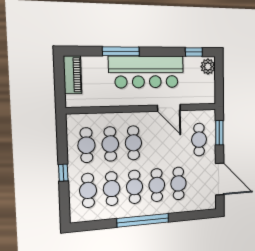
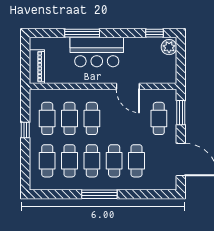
bar counter: (147, 72) -> (97, 52), width x0.73
piano: (72, 75) -> (37, 67), moved
window: (63, 173) -> (25, 130), moved
window: (143, 220) -> (99, 194), width x0.68

